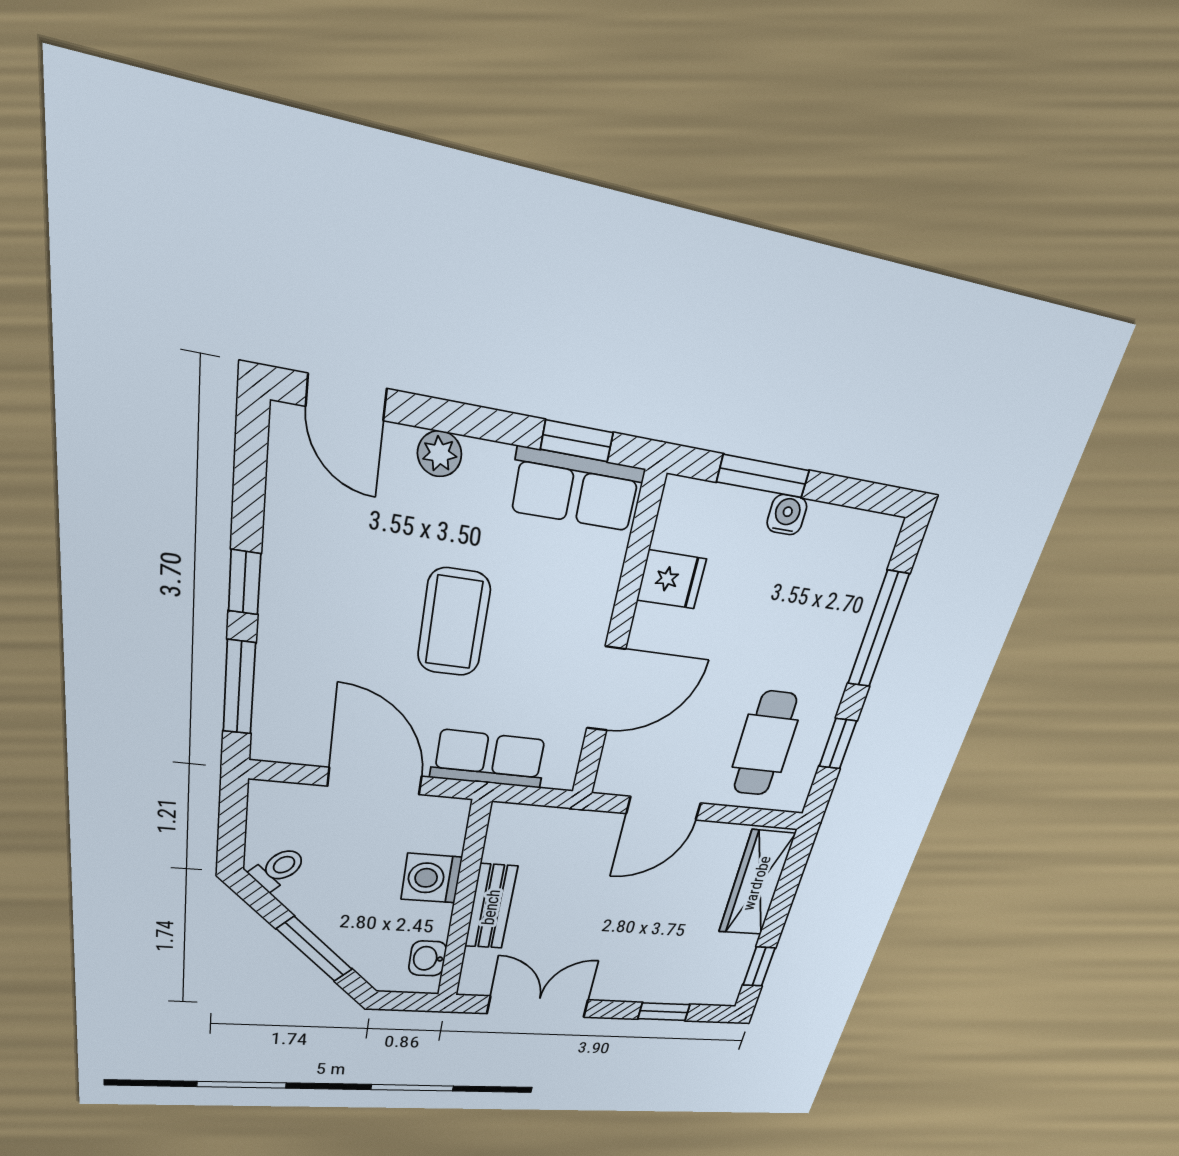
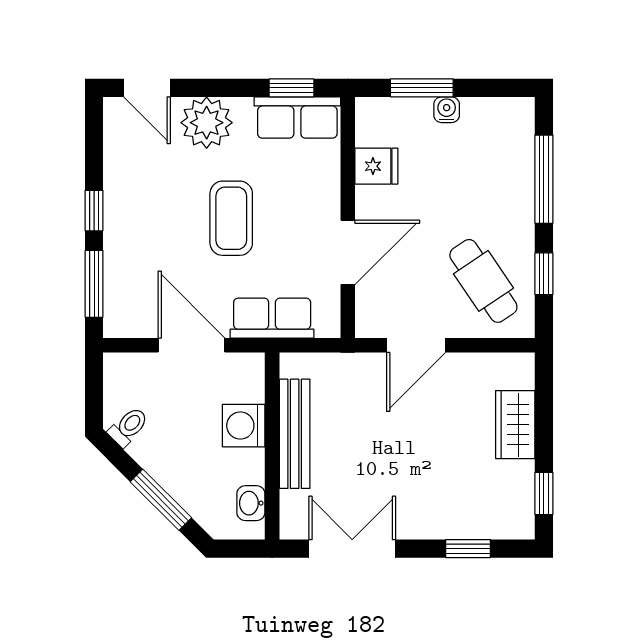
plant: (440, 454) -> (207, 123), width x1.87, depth x1.87
cafe table: (765, 744) -> (483, 281), turned -34
wardrobe: (757, 883) -> (515, 425), width x0.67
bench: (491, 907) -> (295, 434), width x1.36

